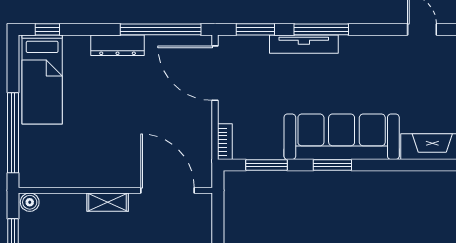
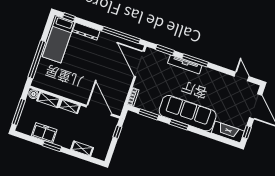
dresser: (118, 45) -> (86, 31), moved
shelving: (63, 203) -> (49, 100), added
window: (218, 220) -> (117, 132), added

